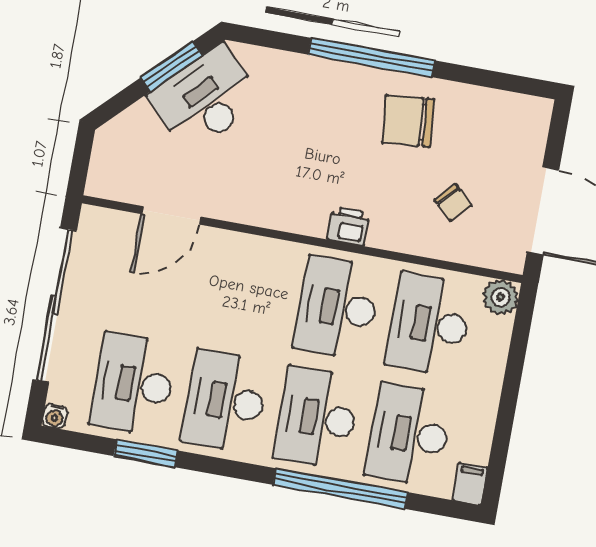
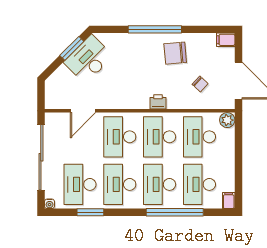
filing cabinet: (531, 111) -> (226, 40), added
desk: (245, 291) -> (120, 137), added

